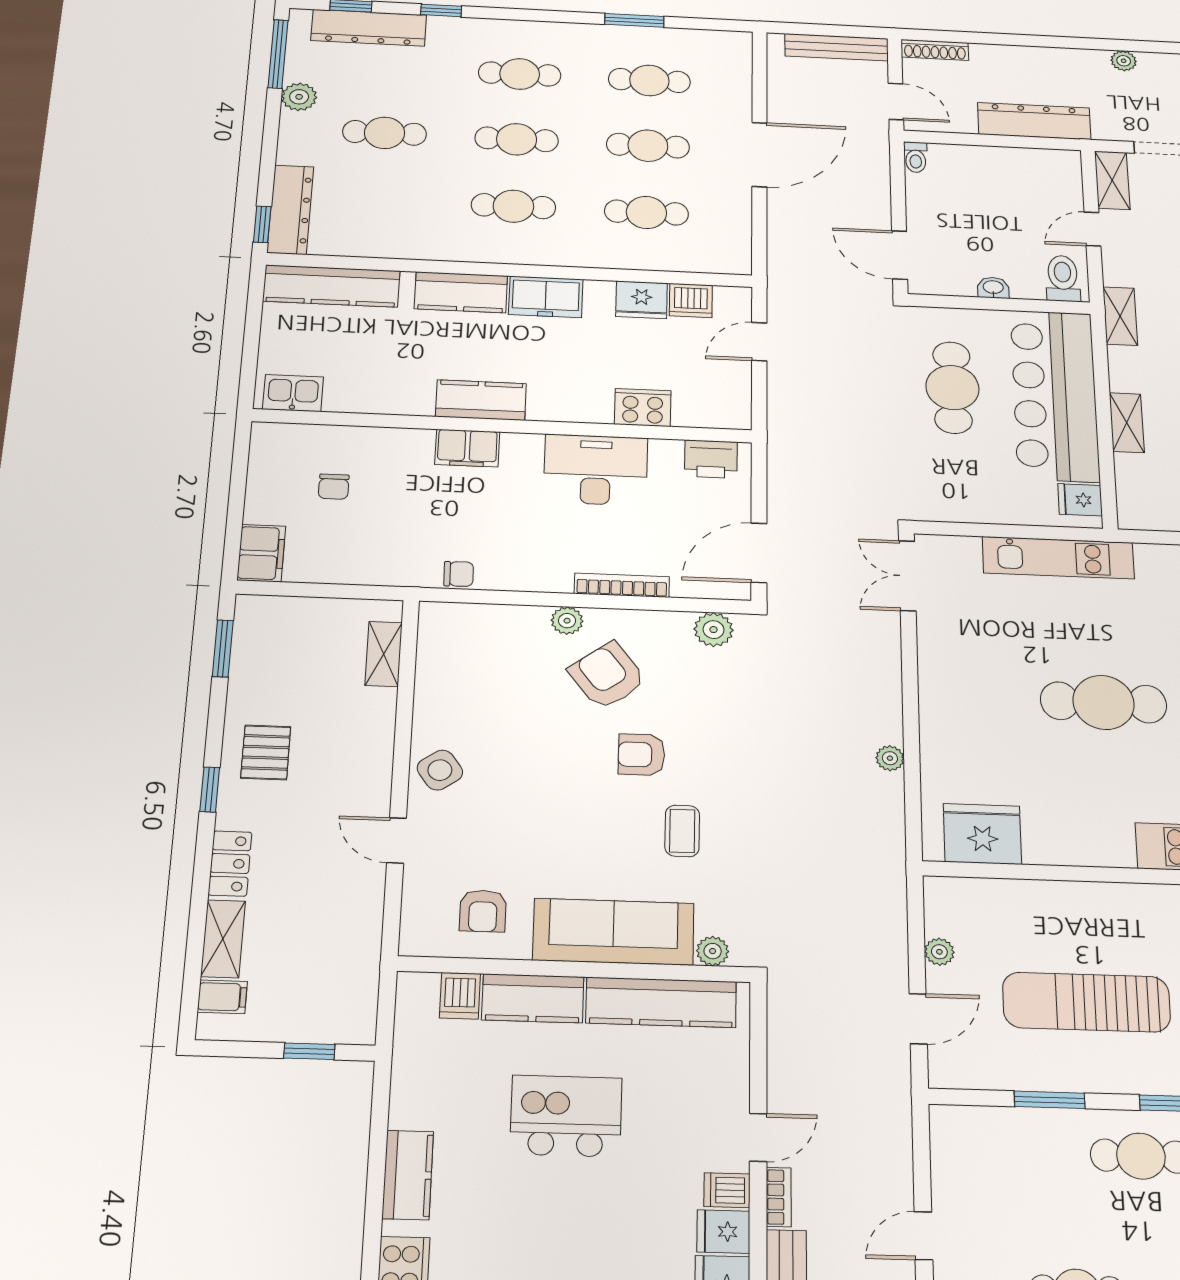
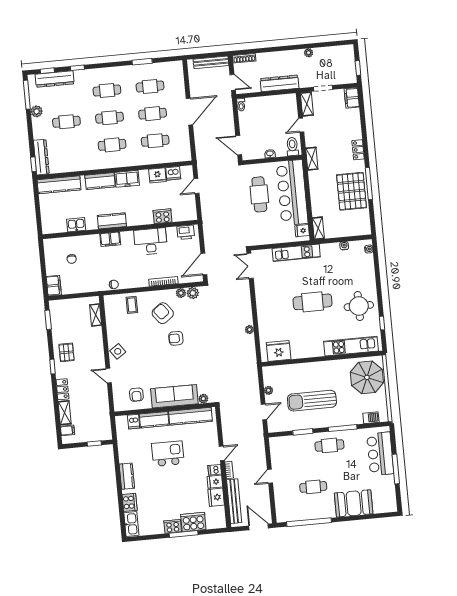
kitchen sink: (293, 393) -> (76, 225), moved
shelving: (1127, 423) -> (318, 228), moved
plant: (567, 621) -> (181, 293), moved
coffee table: (682, 831) -> (132, 305), moved

